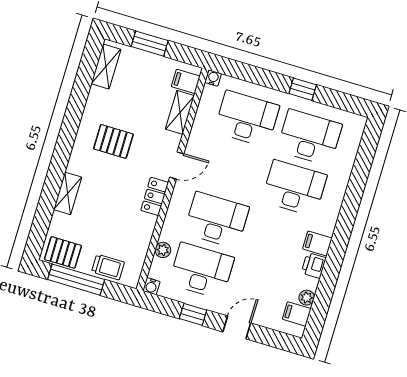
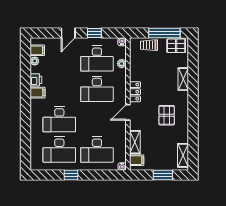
pallet: (113, 141) -> (167, 115), turned 90

